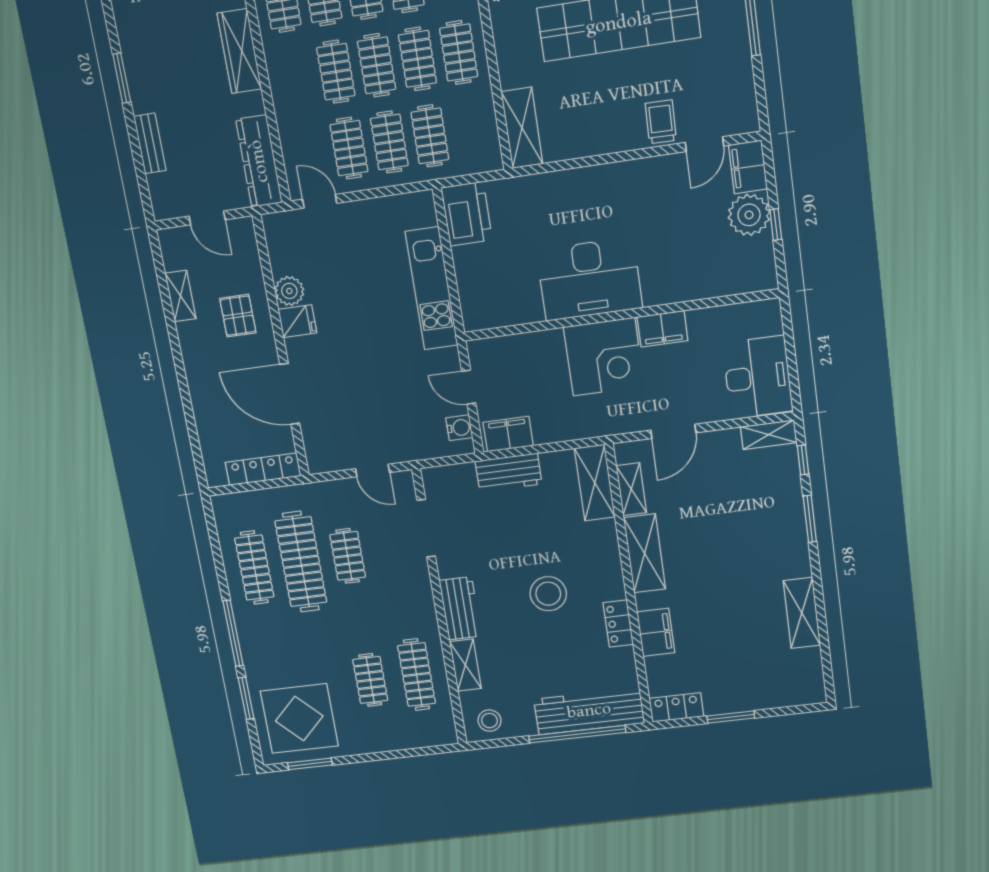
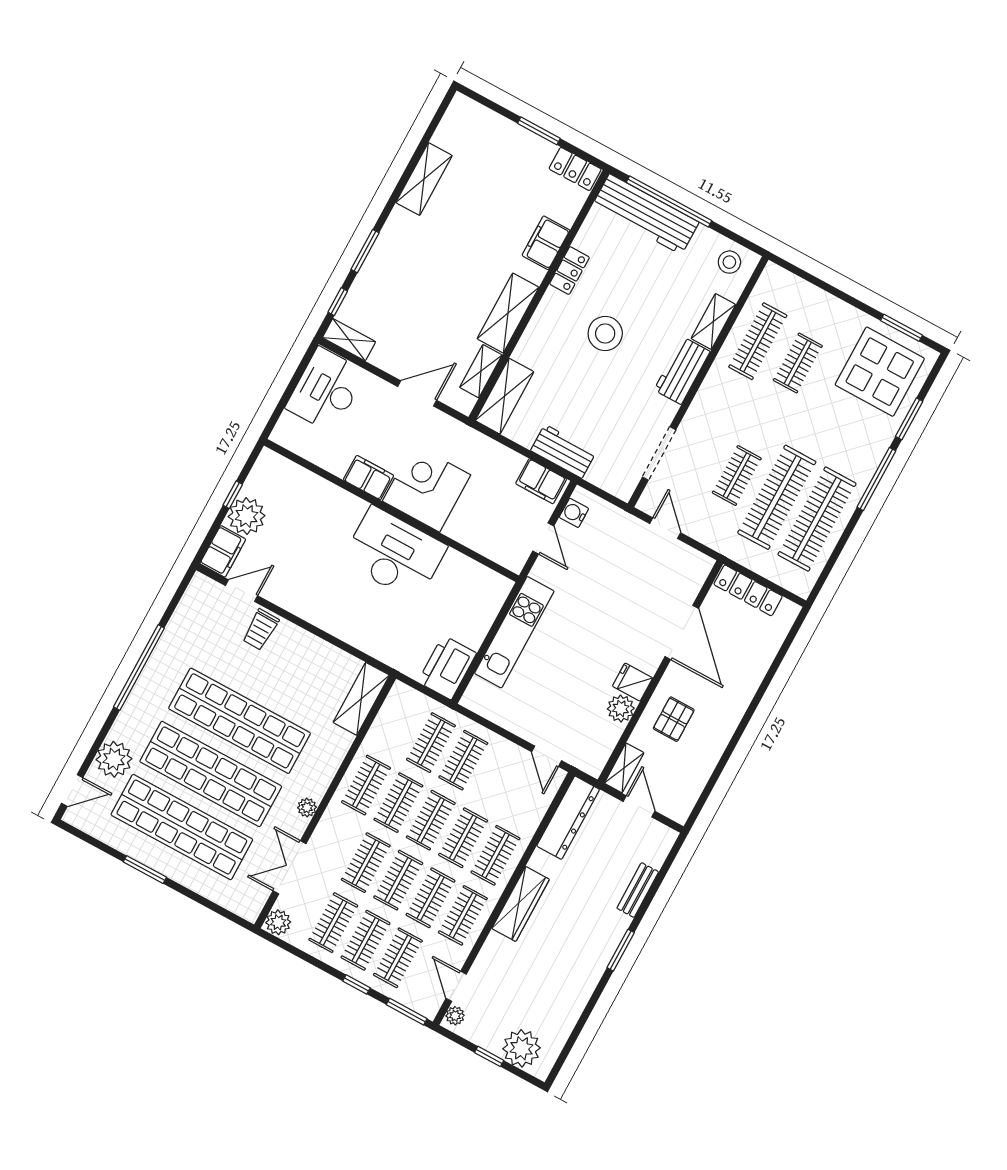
clothes rail: (349, 148) -> (495, 855), moved
shelving: (180, 296) -> (624, 768), moved
clothes rail: (254, 568) -> (817, 519), width x1.37, depth x1.31

